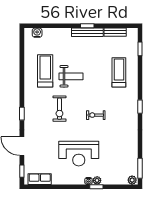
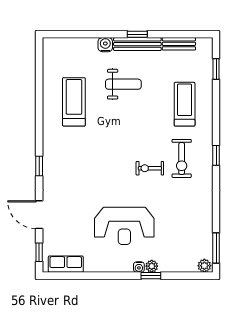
water cooler: (37, 33) -> (105, 45), moved
weight bench: (71, 76) -> (123, 84), moved
exercise bike: (59, 109) -> (182, 158), moved

